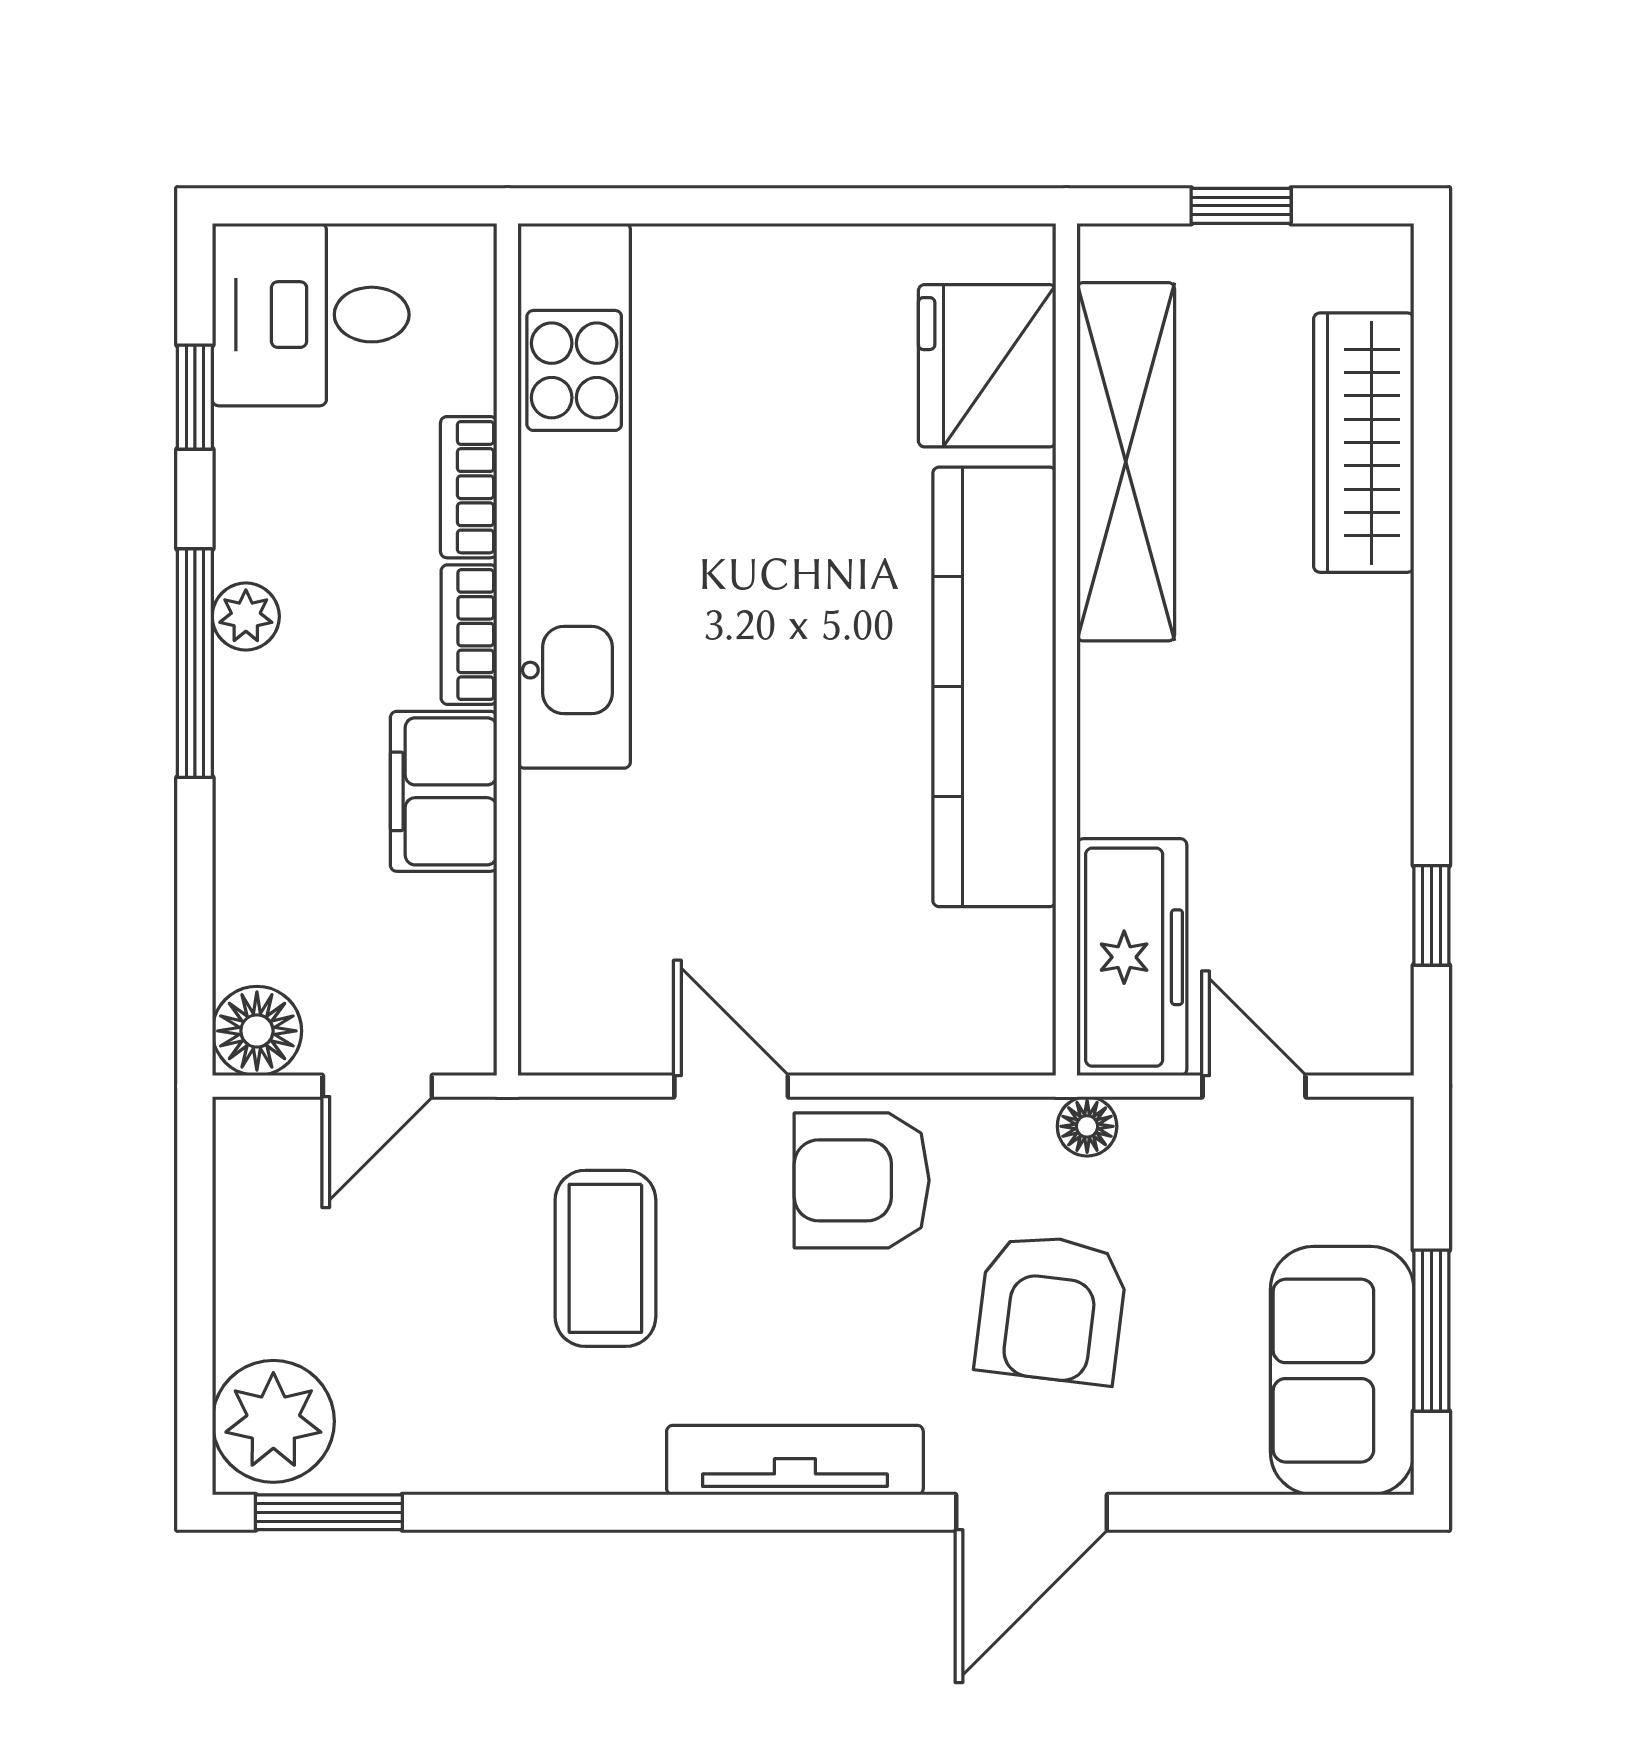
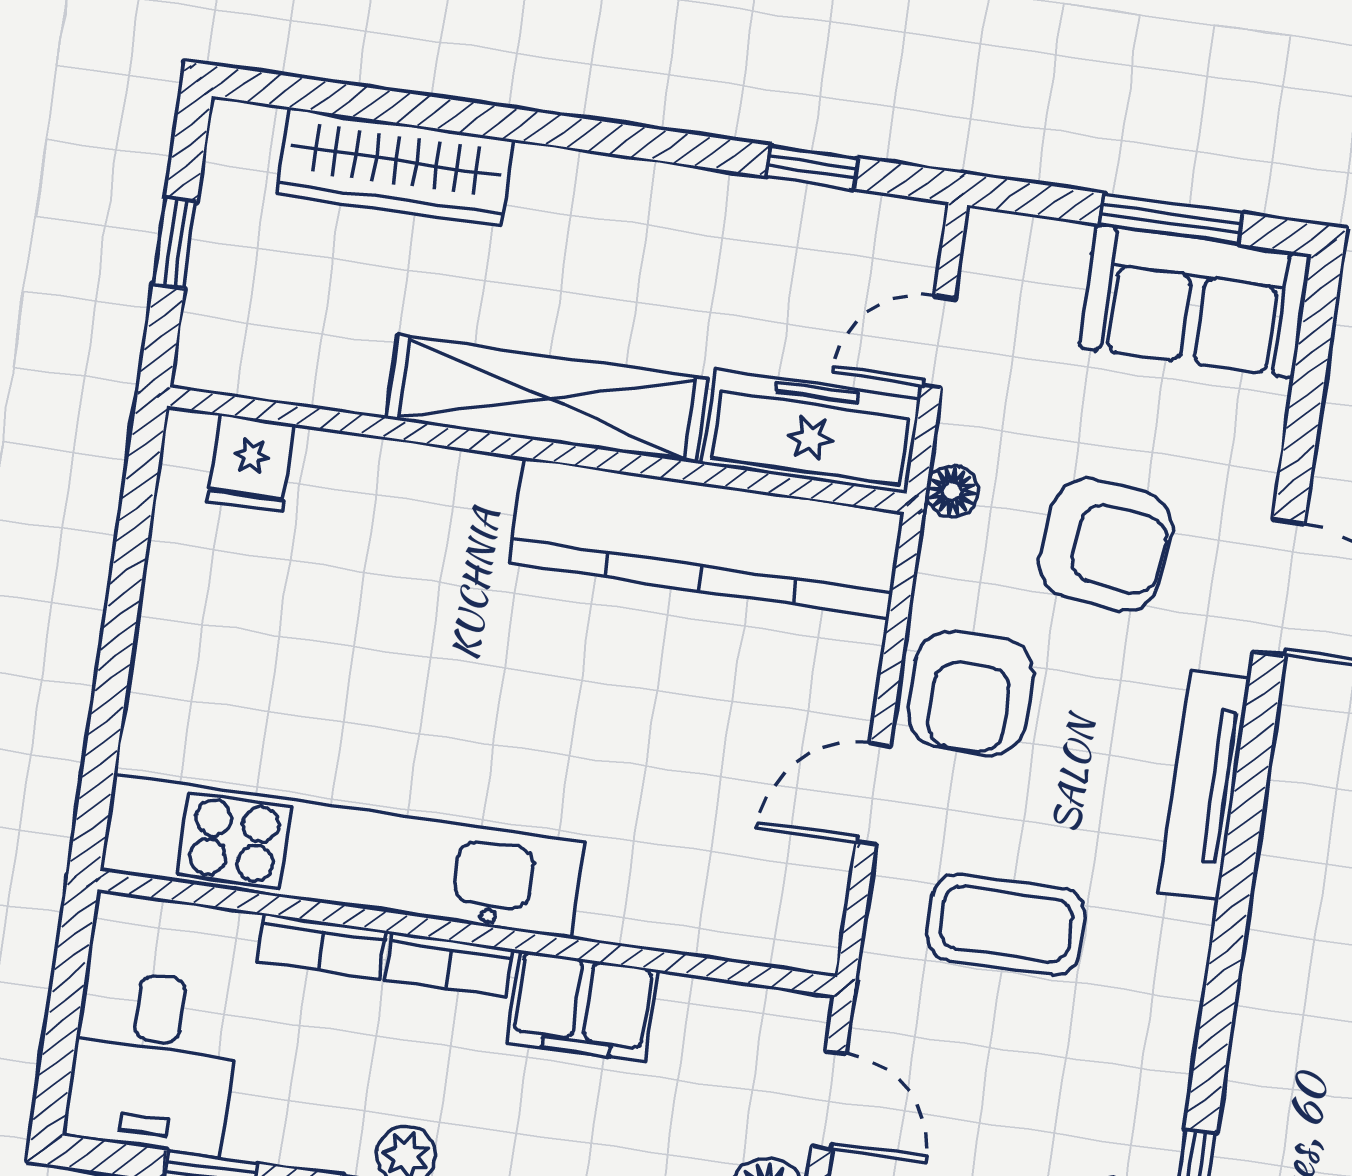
fridge: (987, 366) -> (251, 463), width x0.53, depth x0.75
shelving: (1126, 462) -> (547, 399), moved
kitchen counter: (994, 687) -> (706, 538), moved

